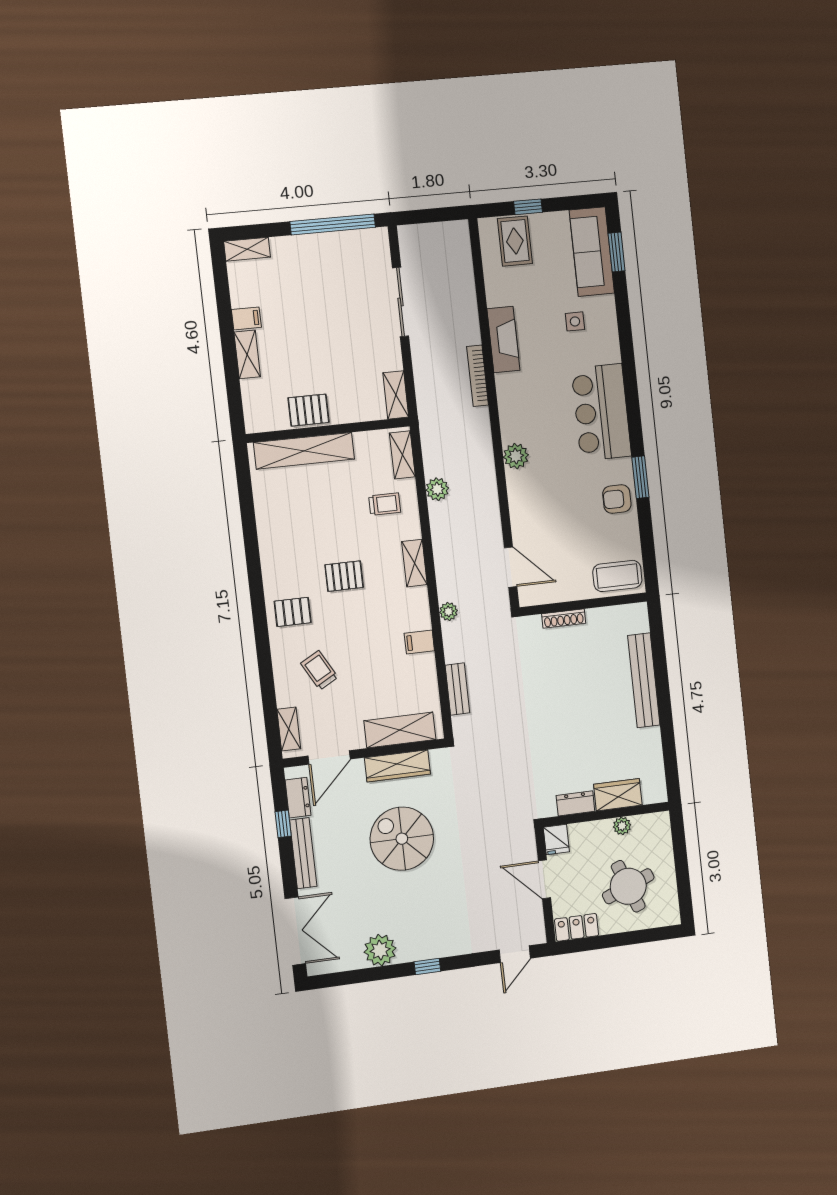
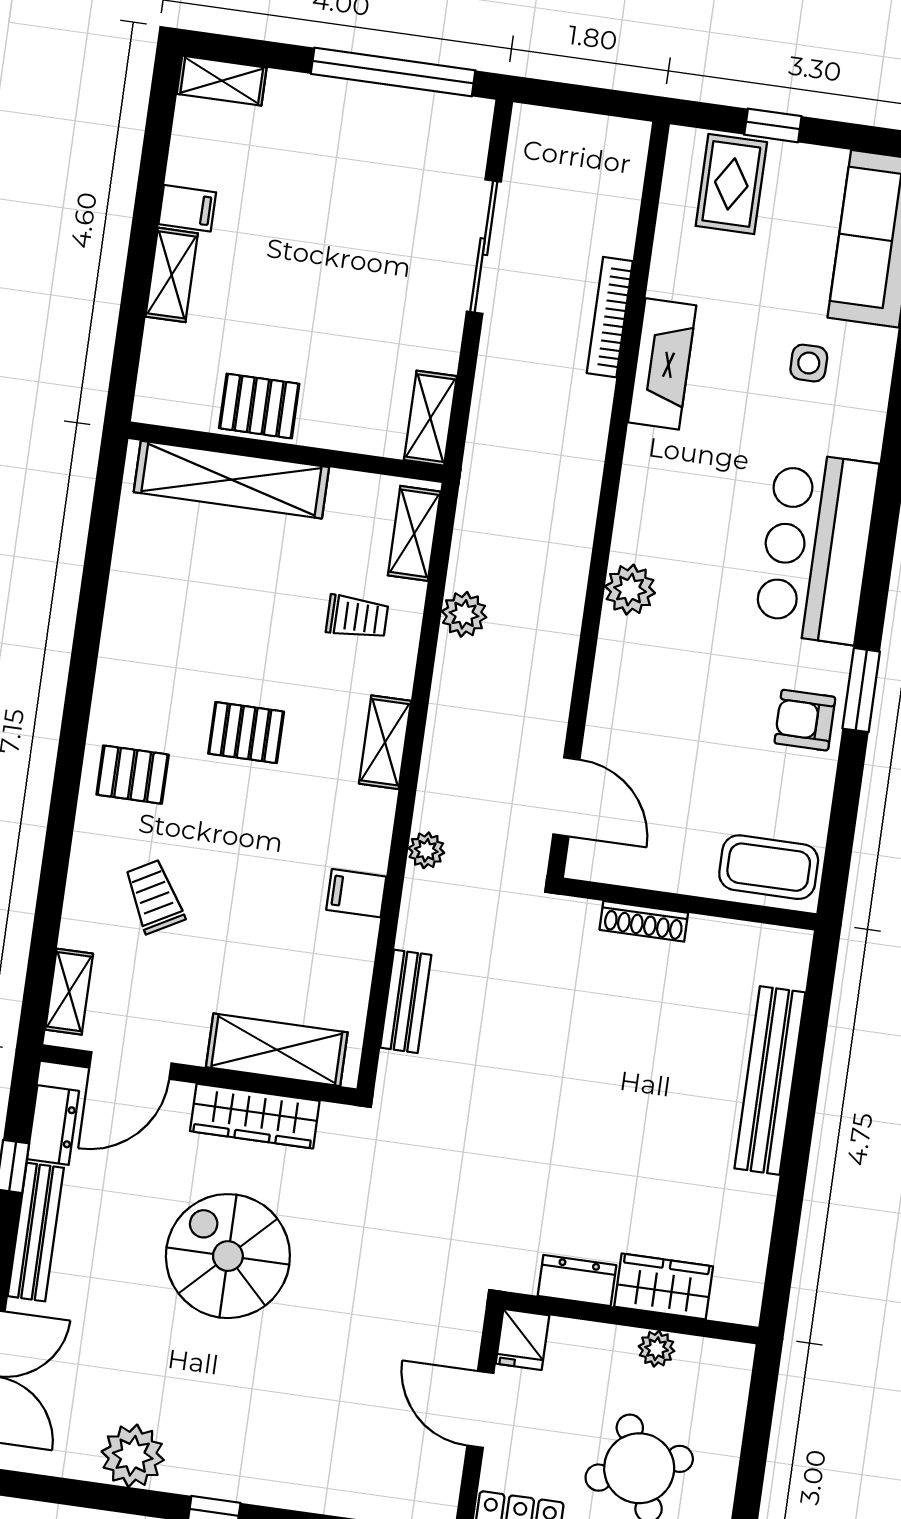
bookcase: (478, 376) -> (610, 317), moved

